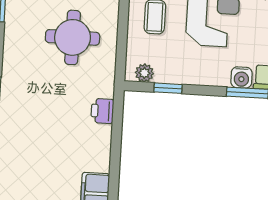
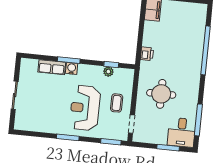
plant: (144, 73) -> (108, 72), moved

